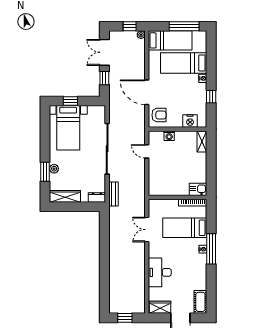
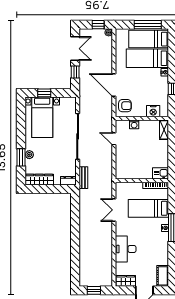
bed: (170, 40) -> (149, 39), moved, turned 180
double door: (104, 52) -> (75, 49), swing flipped

